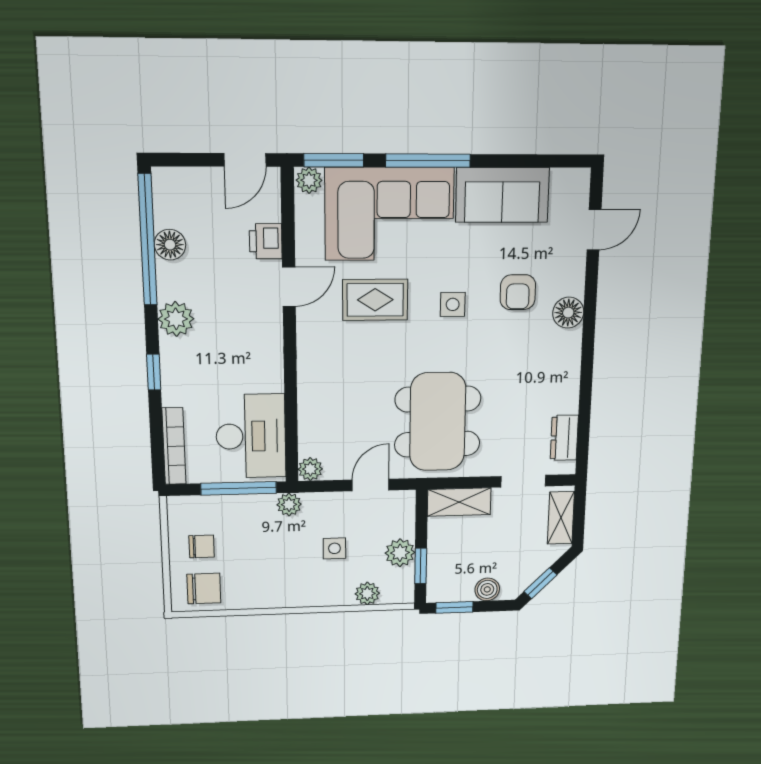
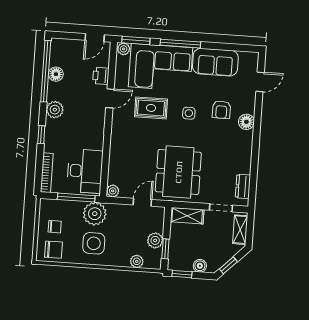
plant: (289, 504) -> (95, 214), width x1.88, depth x1.88
side table: (334, 548) -> (94, 243), moved, width x1.87, depth x1.87

